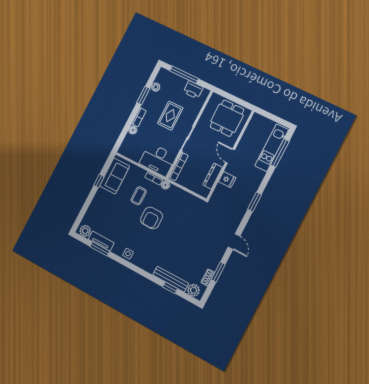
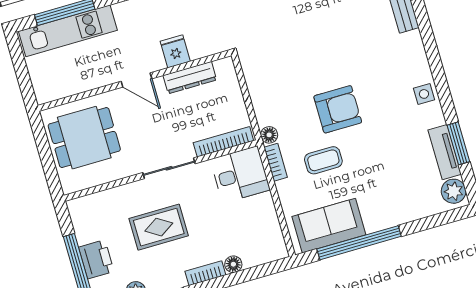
printer: (193, 90) -> (96, 259), moved
door: (230, 156) -> (136, 80), hinge flipped
desk: (158, 160) -> (240, 175), width x0.73
window: (99, 181) -> (359, 243), width x3.17

